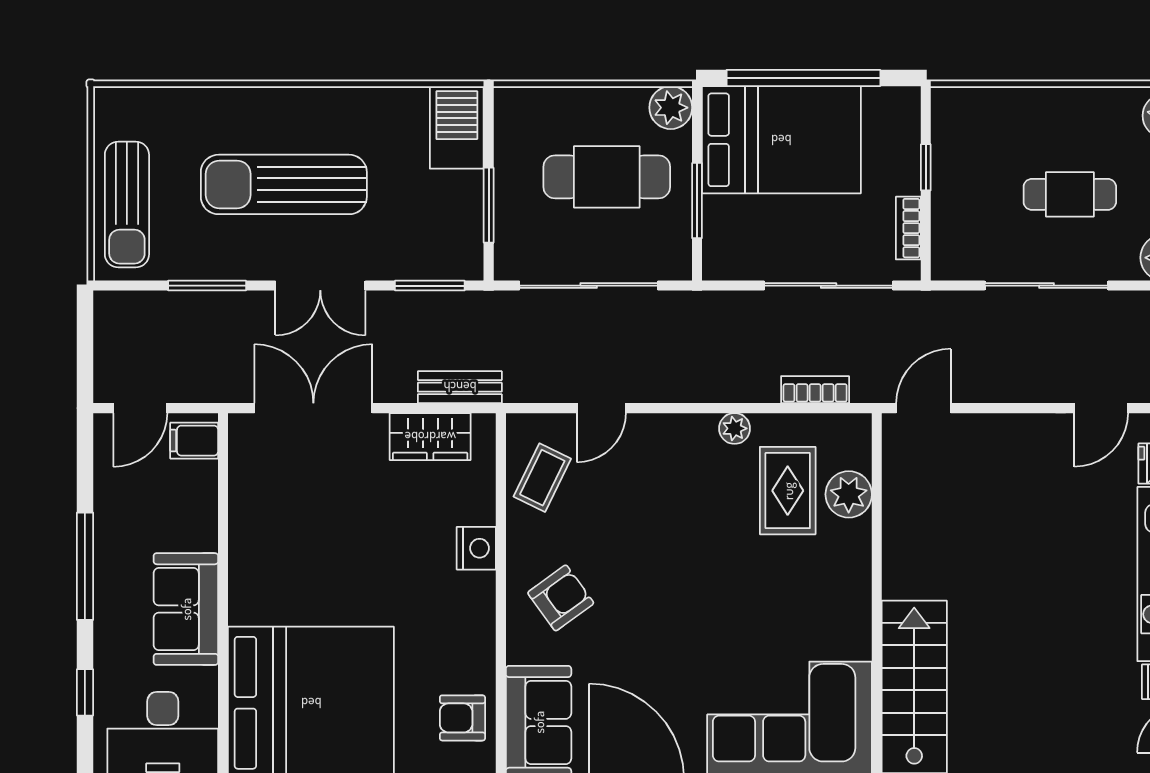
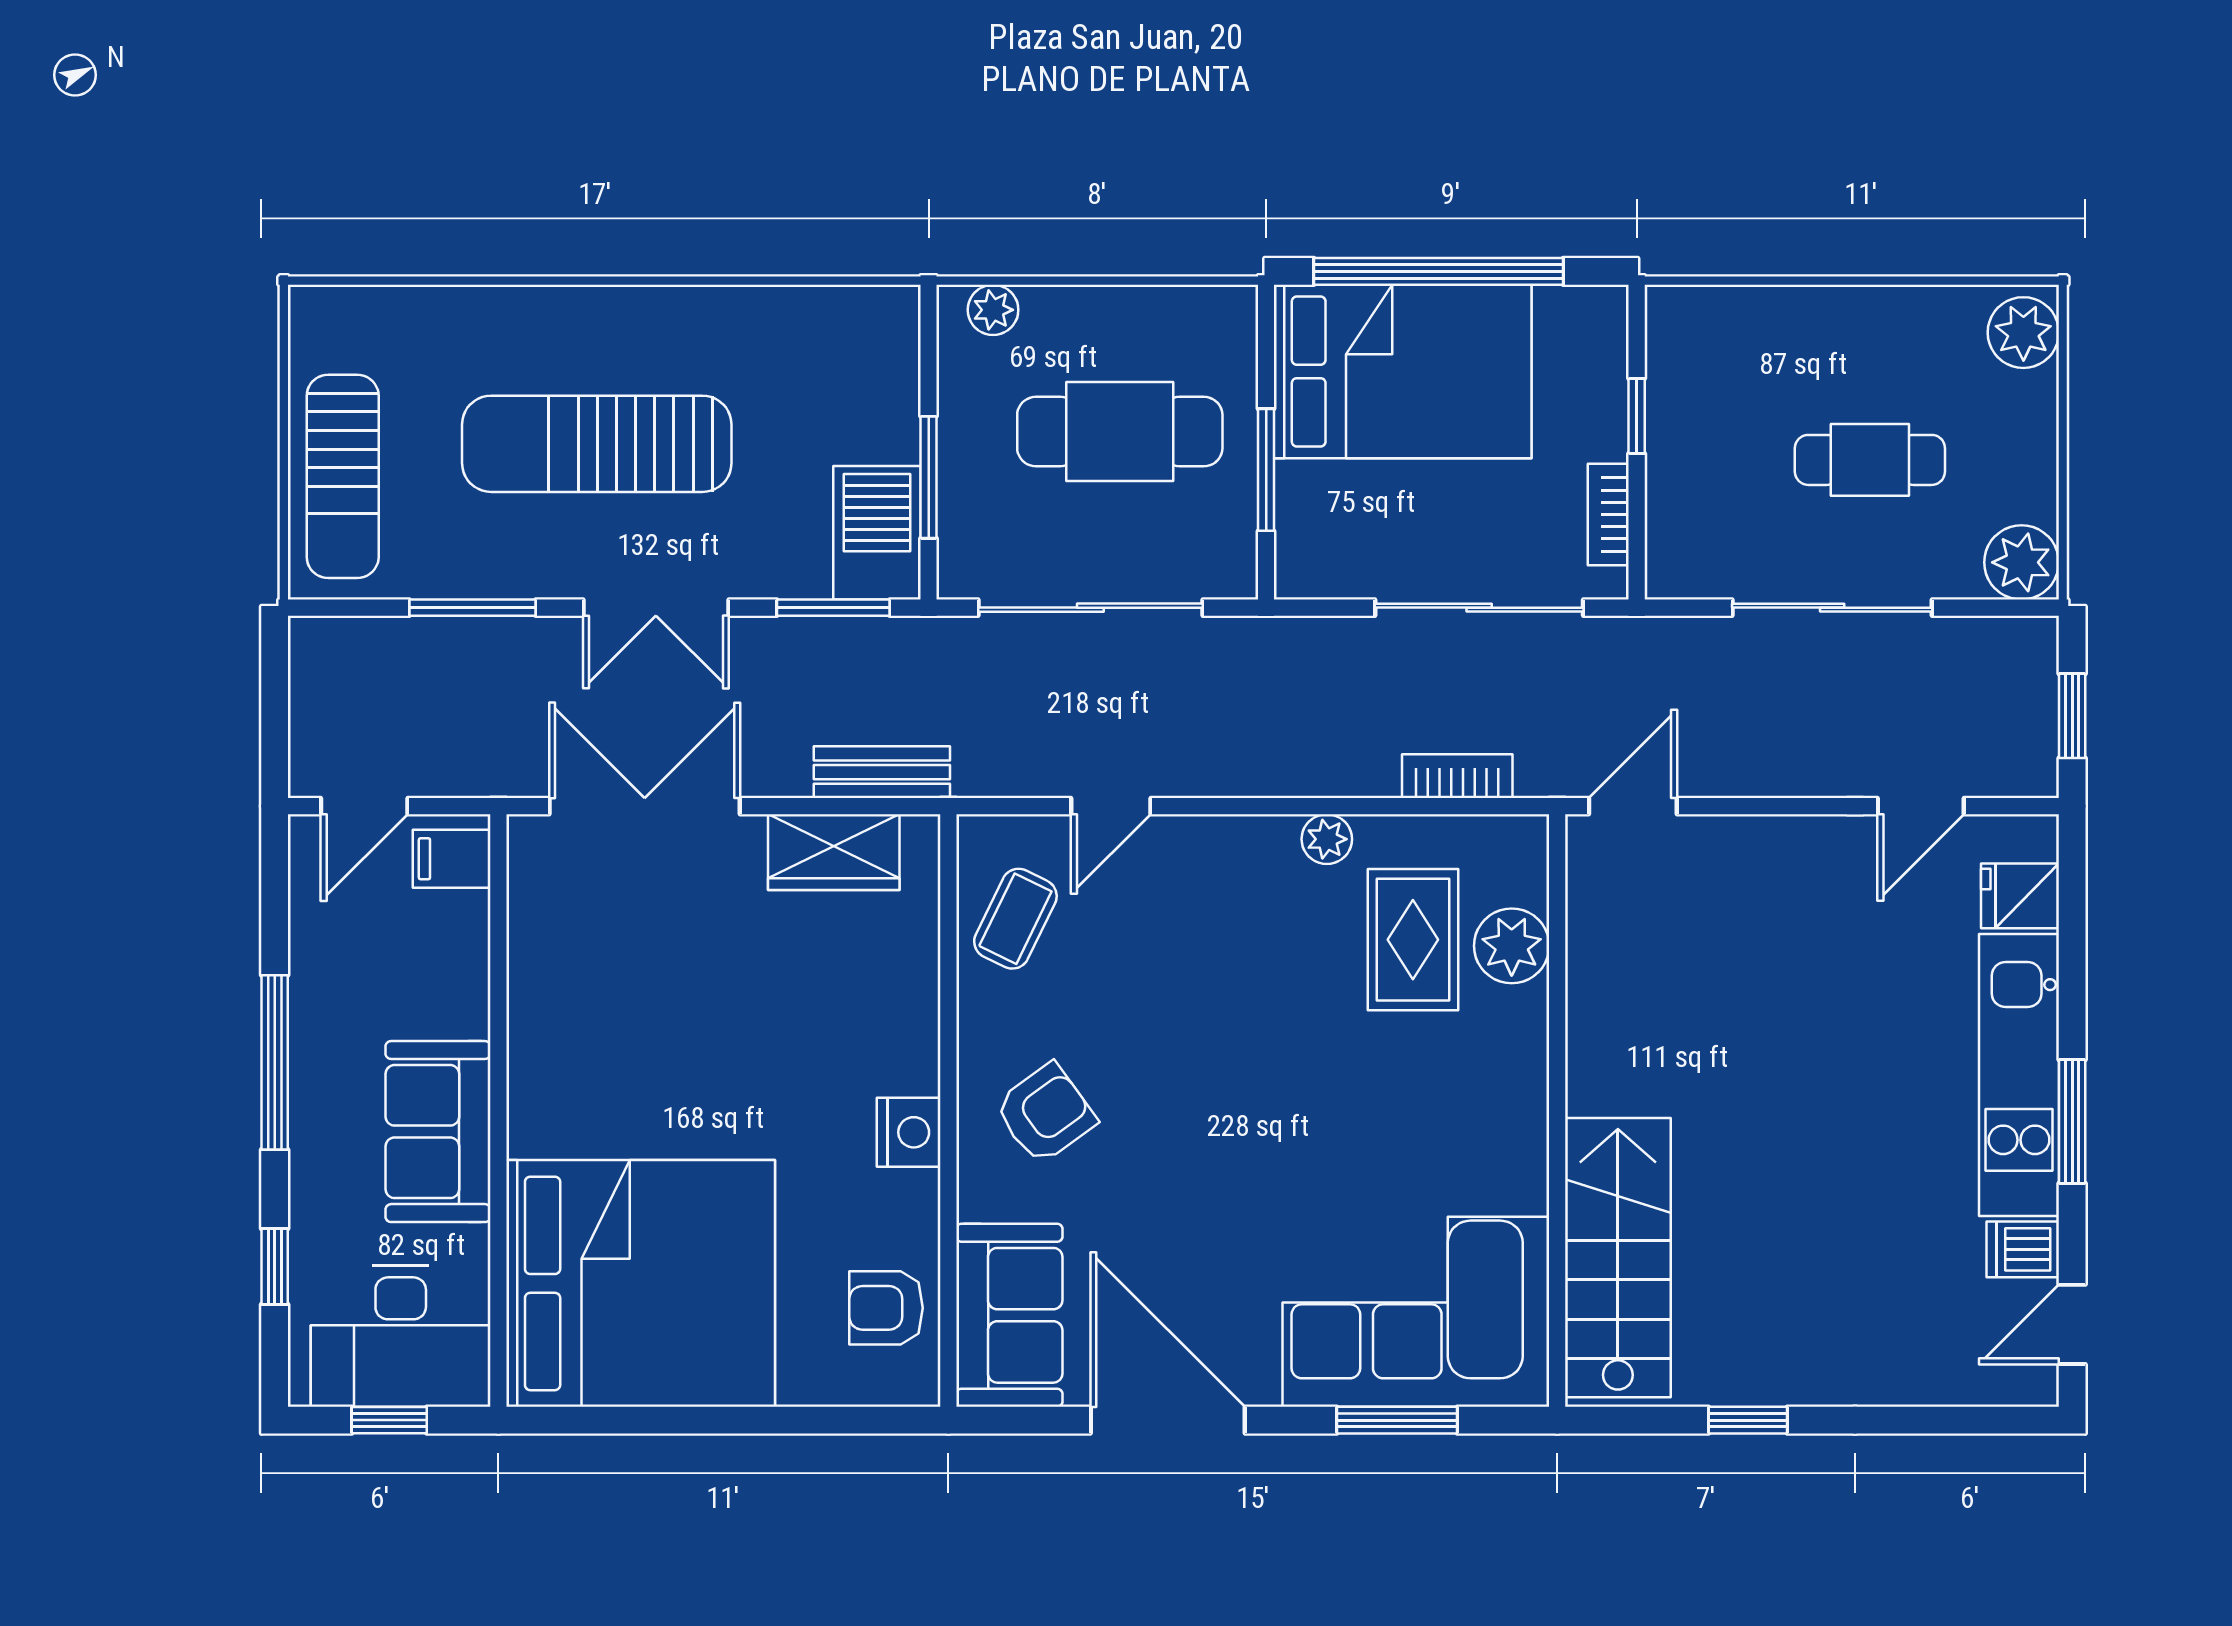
plant: (671, 108) -> (993, 310), moved, width x0.73, depth x0.73
barbecue: (457, 127) -> (877, 533), moved
nightstand: (476, 548) -> (909, 1132), moved

